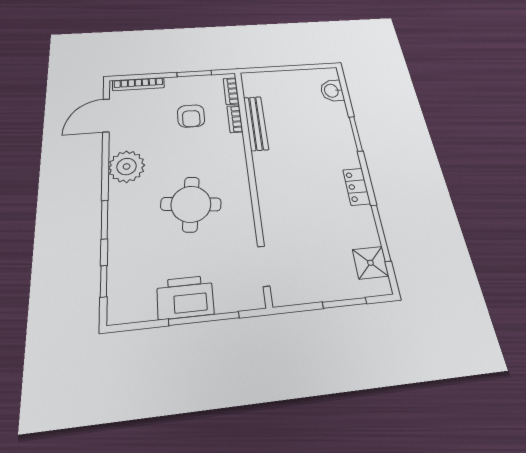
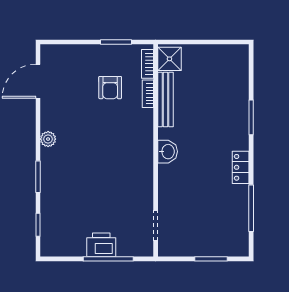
bookcase: (138, 84) -> (66, 50), removed
washbasin: (332, 91) -> (168, 152), moved, turned 180
plant: (127, 167) -> (48, 139), width x0.53, depth x0.53
round table: (191, 204) -> (105, 170), removed
shower: (370, 263) -> (169, 59), moved
printer: (185, 297) -> (101, 245), width x0.73, depth x0.84

